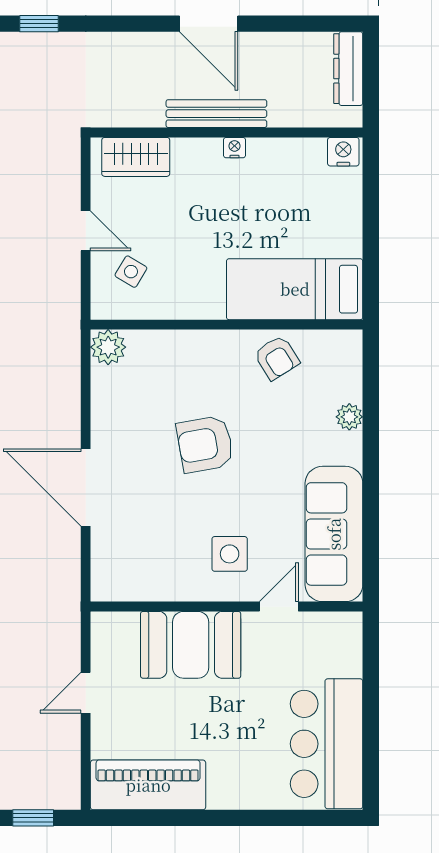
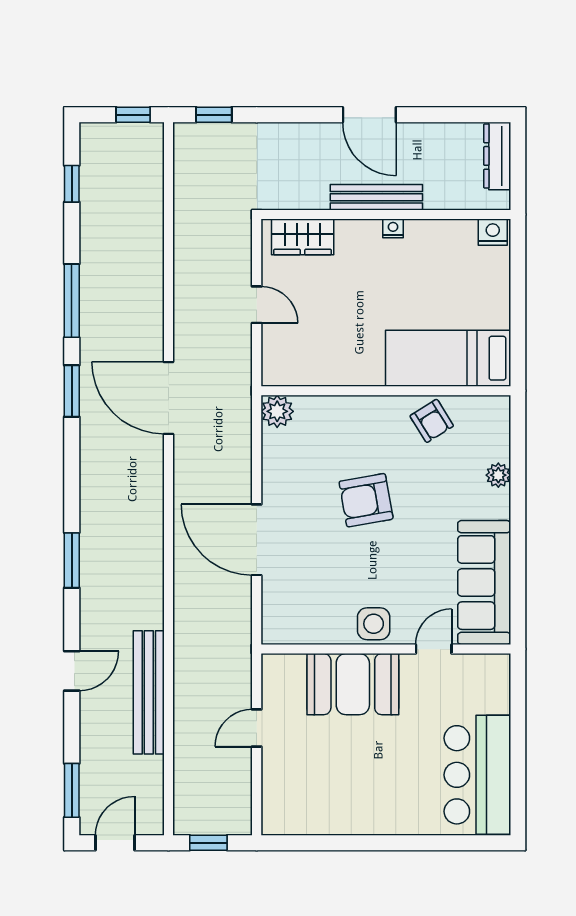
side table: (131, 272) -> (298, 342), removed
side table: (230, 554) -> (374, 624), moved
piano: (148, 785) -> (314, 813), removed

